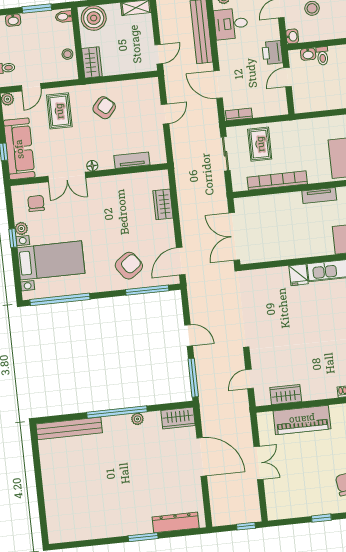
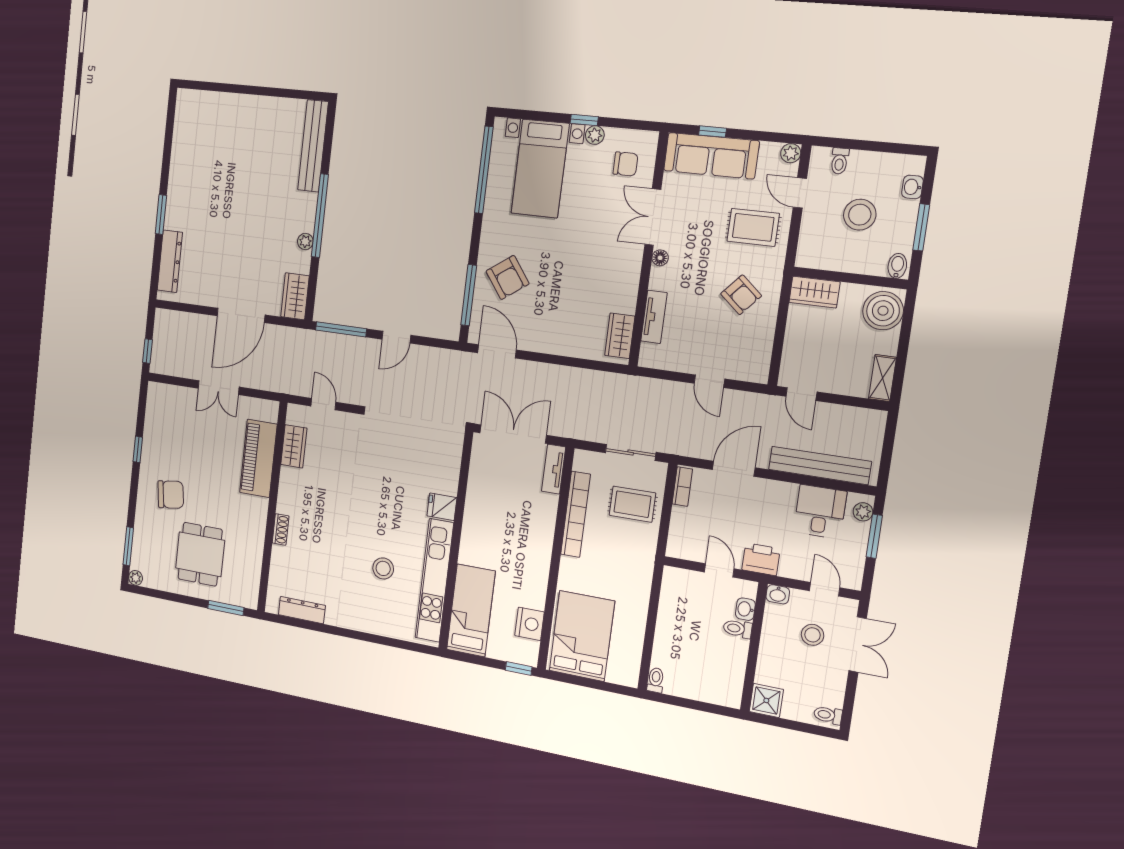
stool: (67, 54) -> (860, 215), moved, width x1.89, depth x1.89
tv unit: (319, 195) -> (554, 469), moved
wardrobe: (163, 204) -> (620, 336), moved, turned -90

